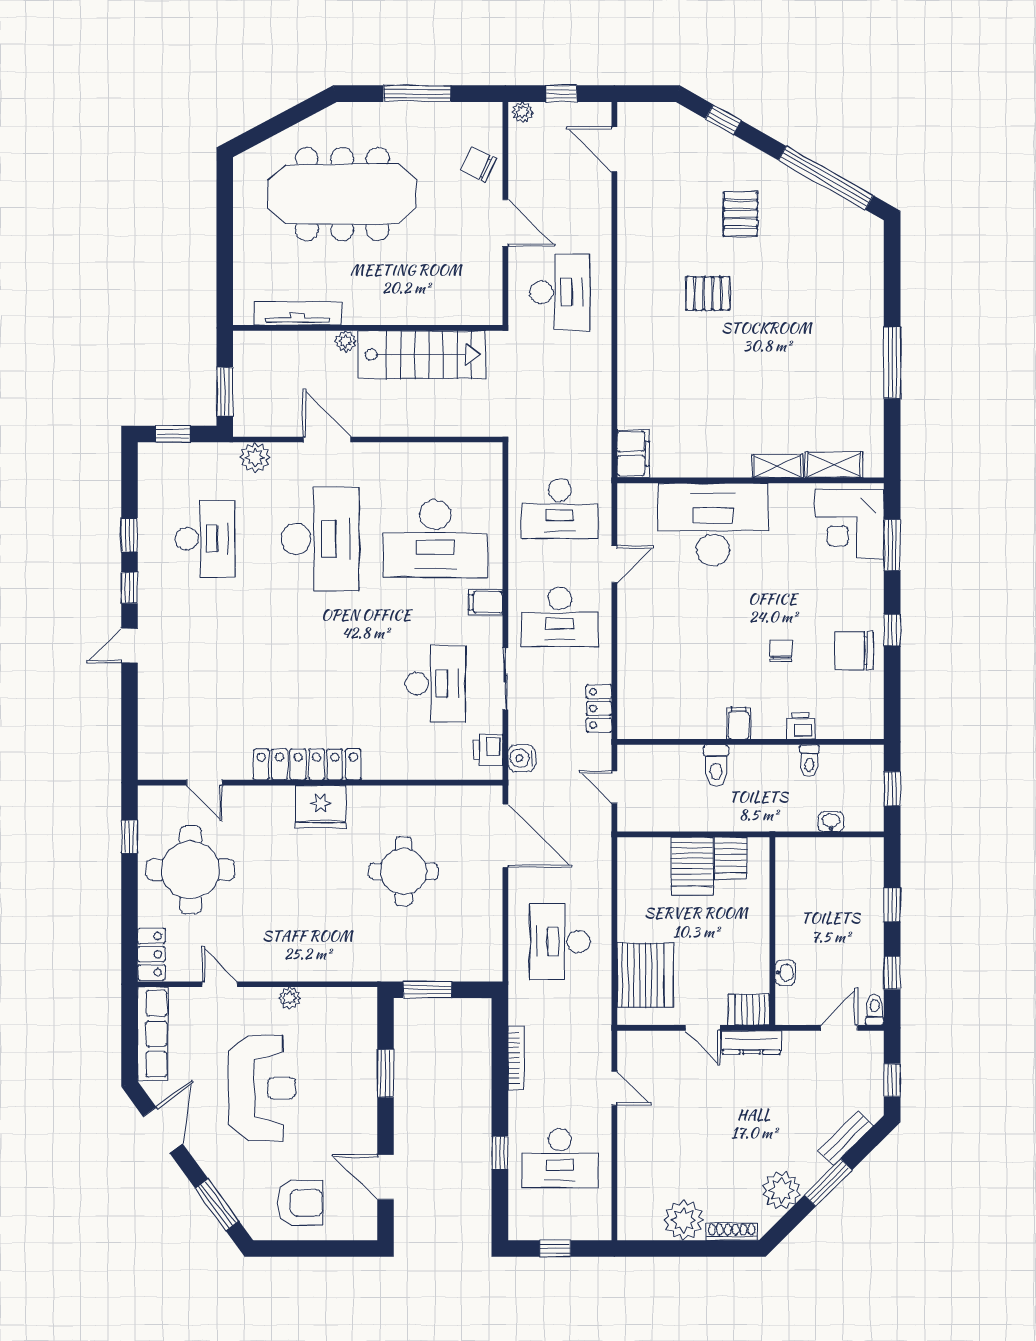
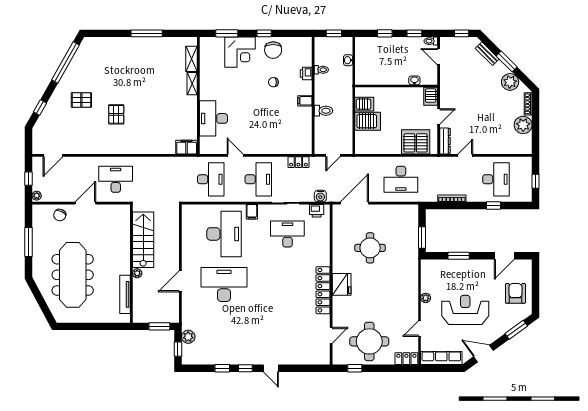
plant: (255, 457) -> (188, 337), moved
desk: (713, 524) -> (213, 118), width x0.73, depth x0.77
corner desk: (849, 524) -> (240, 52), moved
desk: (205, 539) -> (224, 335), removed
dresser: (751, 1042) -> (445, 141), moved

